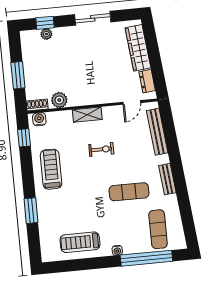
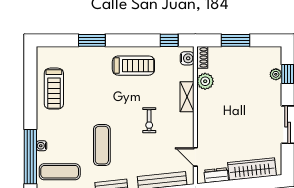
shelving: (87, 115) -> (187, 97), moved
treadmill: (80, 242) -> (54, 89), turned 180
water cooler: (117, 250) -> (42, 146), moved

